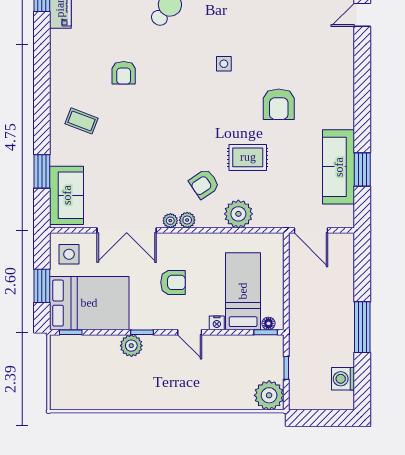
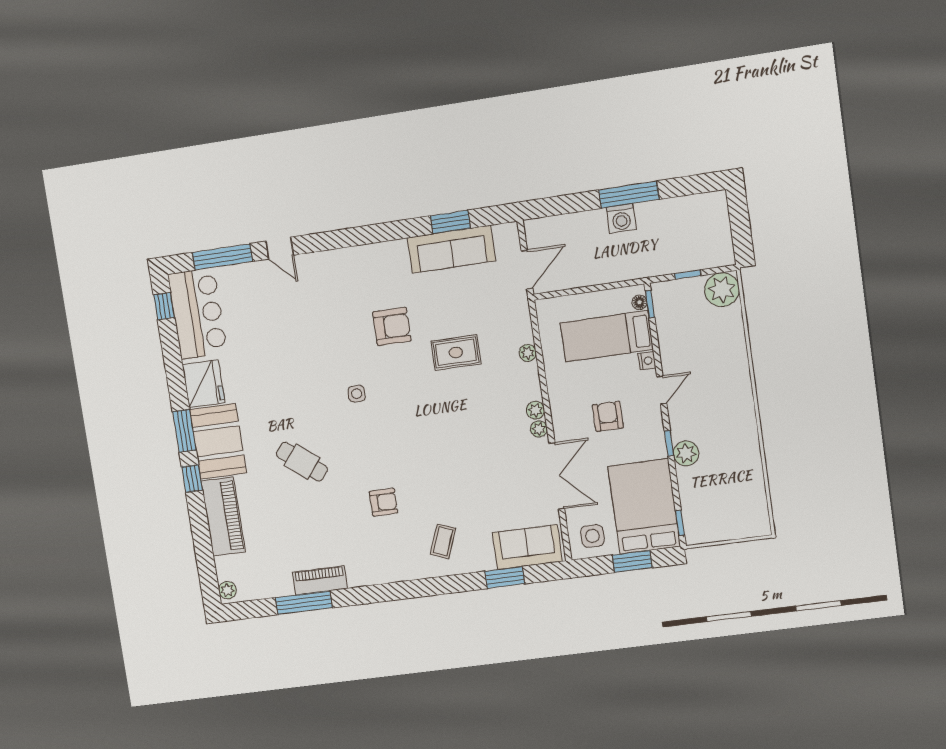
rug: (248, 157) -> (456, 352), turned 90
armchair: (204, 184) -> (492, 397), removed
plant: (238, 214) -> (528, 353), width x0.53, depth x0.53
washing machine: (343, 379) -> (621, 218), moved

